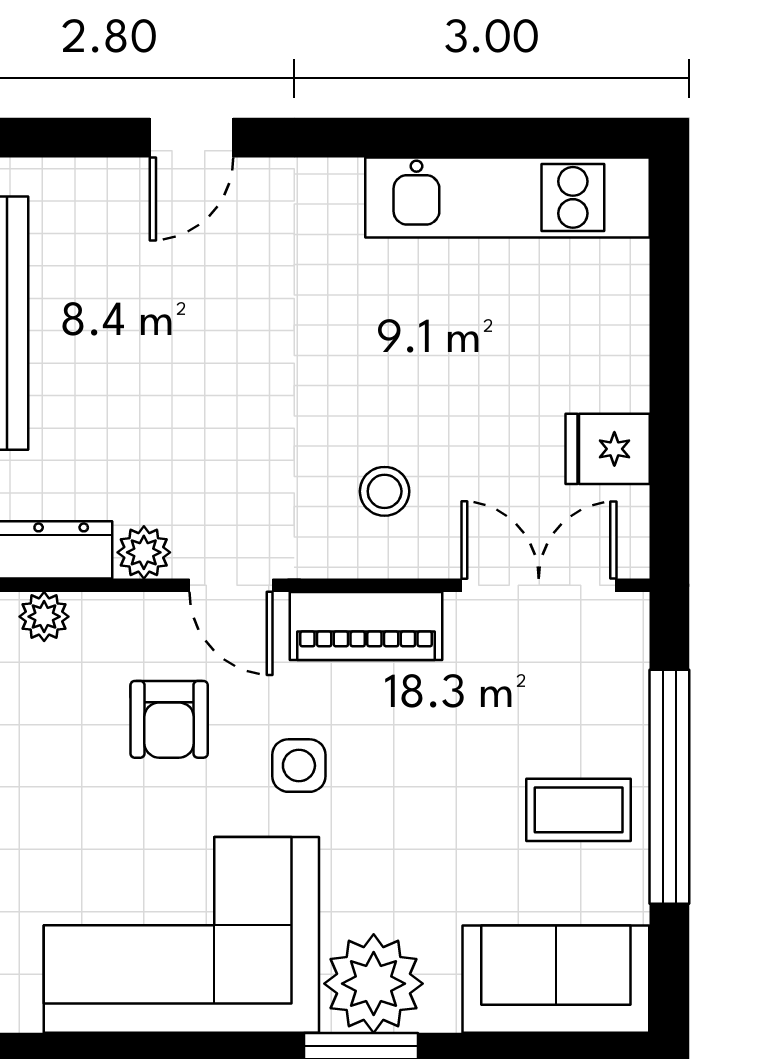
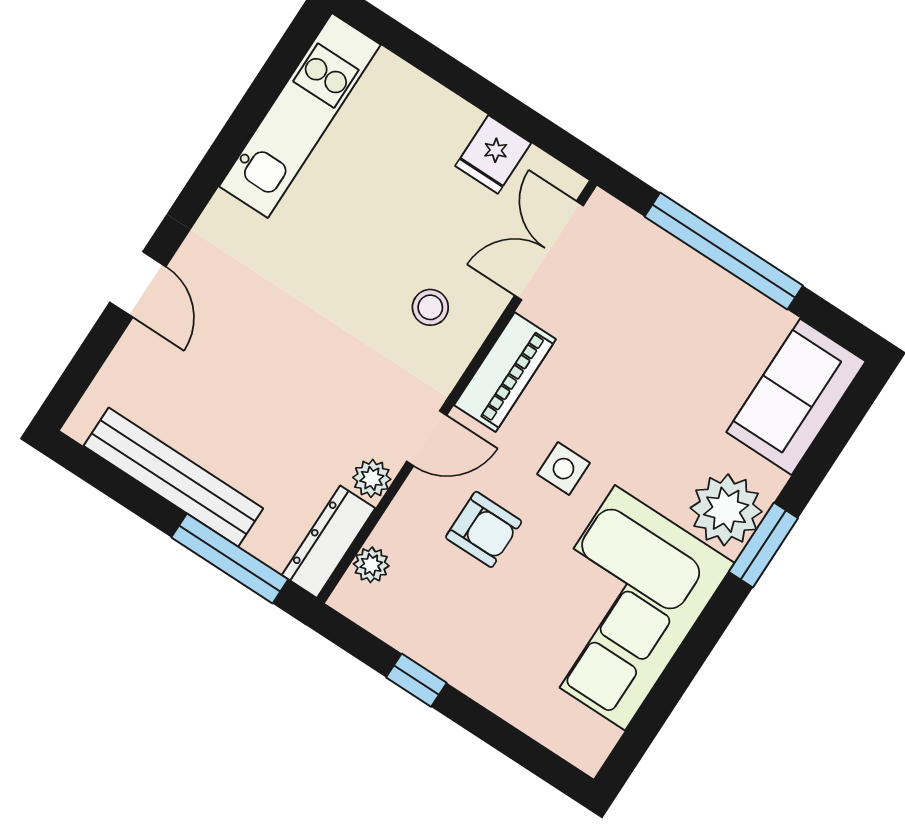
coffee table: (579, 810) -> (702, 316), removed

